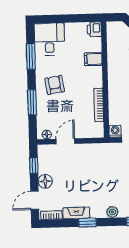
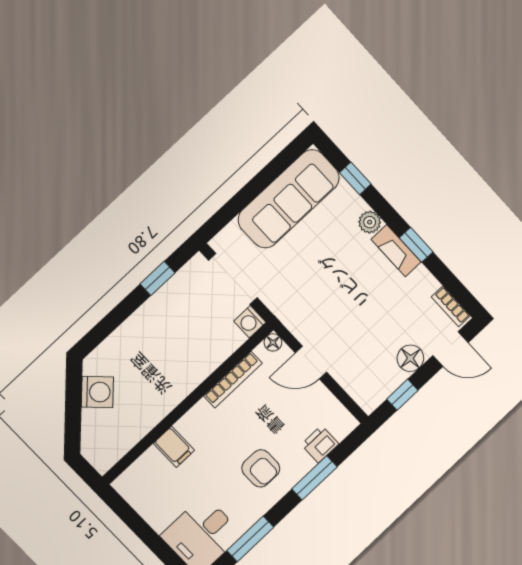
printer: (94, 29) -> (320, 444), moved, turned 180
armchair: (55, 85) -> (261, 468), turned -81
floor lamp: (47, 134) -> (273, 342), moved
door: (65, 141) -> (311, 363), moved
fireplace: (76, 213) -> (396, 251), moved

